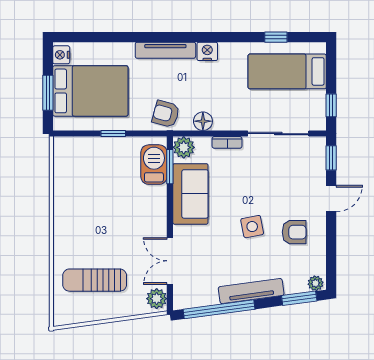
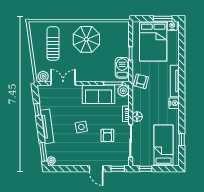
window: (48, 93) -> (163, 19), moved
floor lamp: (203, 121) -> (137, 117), moved
barbecue: (154, 165) -> (122, 68), moved, turned -90
parasol: (87, 217) -> (86, 39), added
armchair: (294, 232) -> (107, 135), moved
window: (219, 309) -> (38, 109), width x0.32

